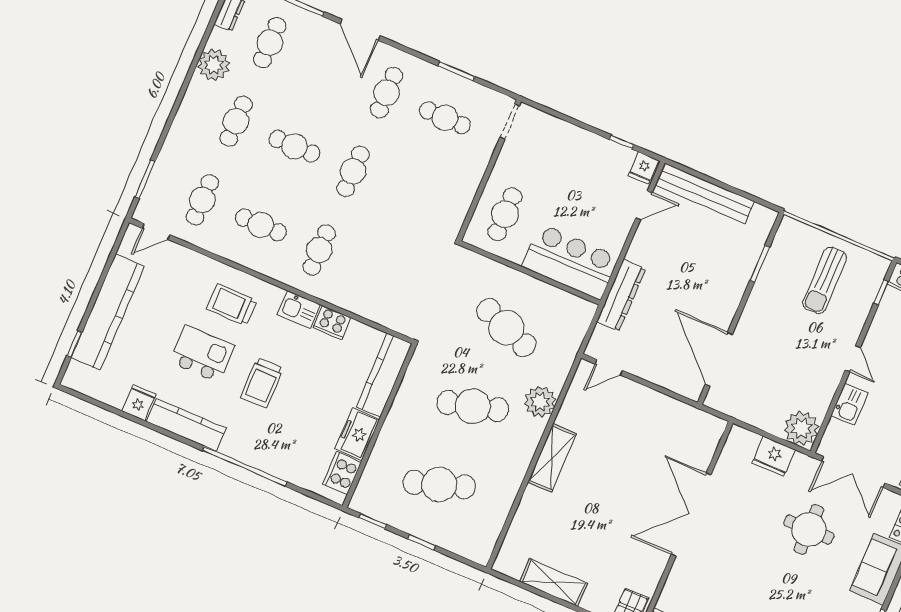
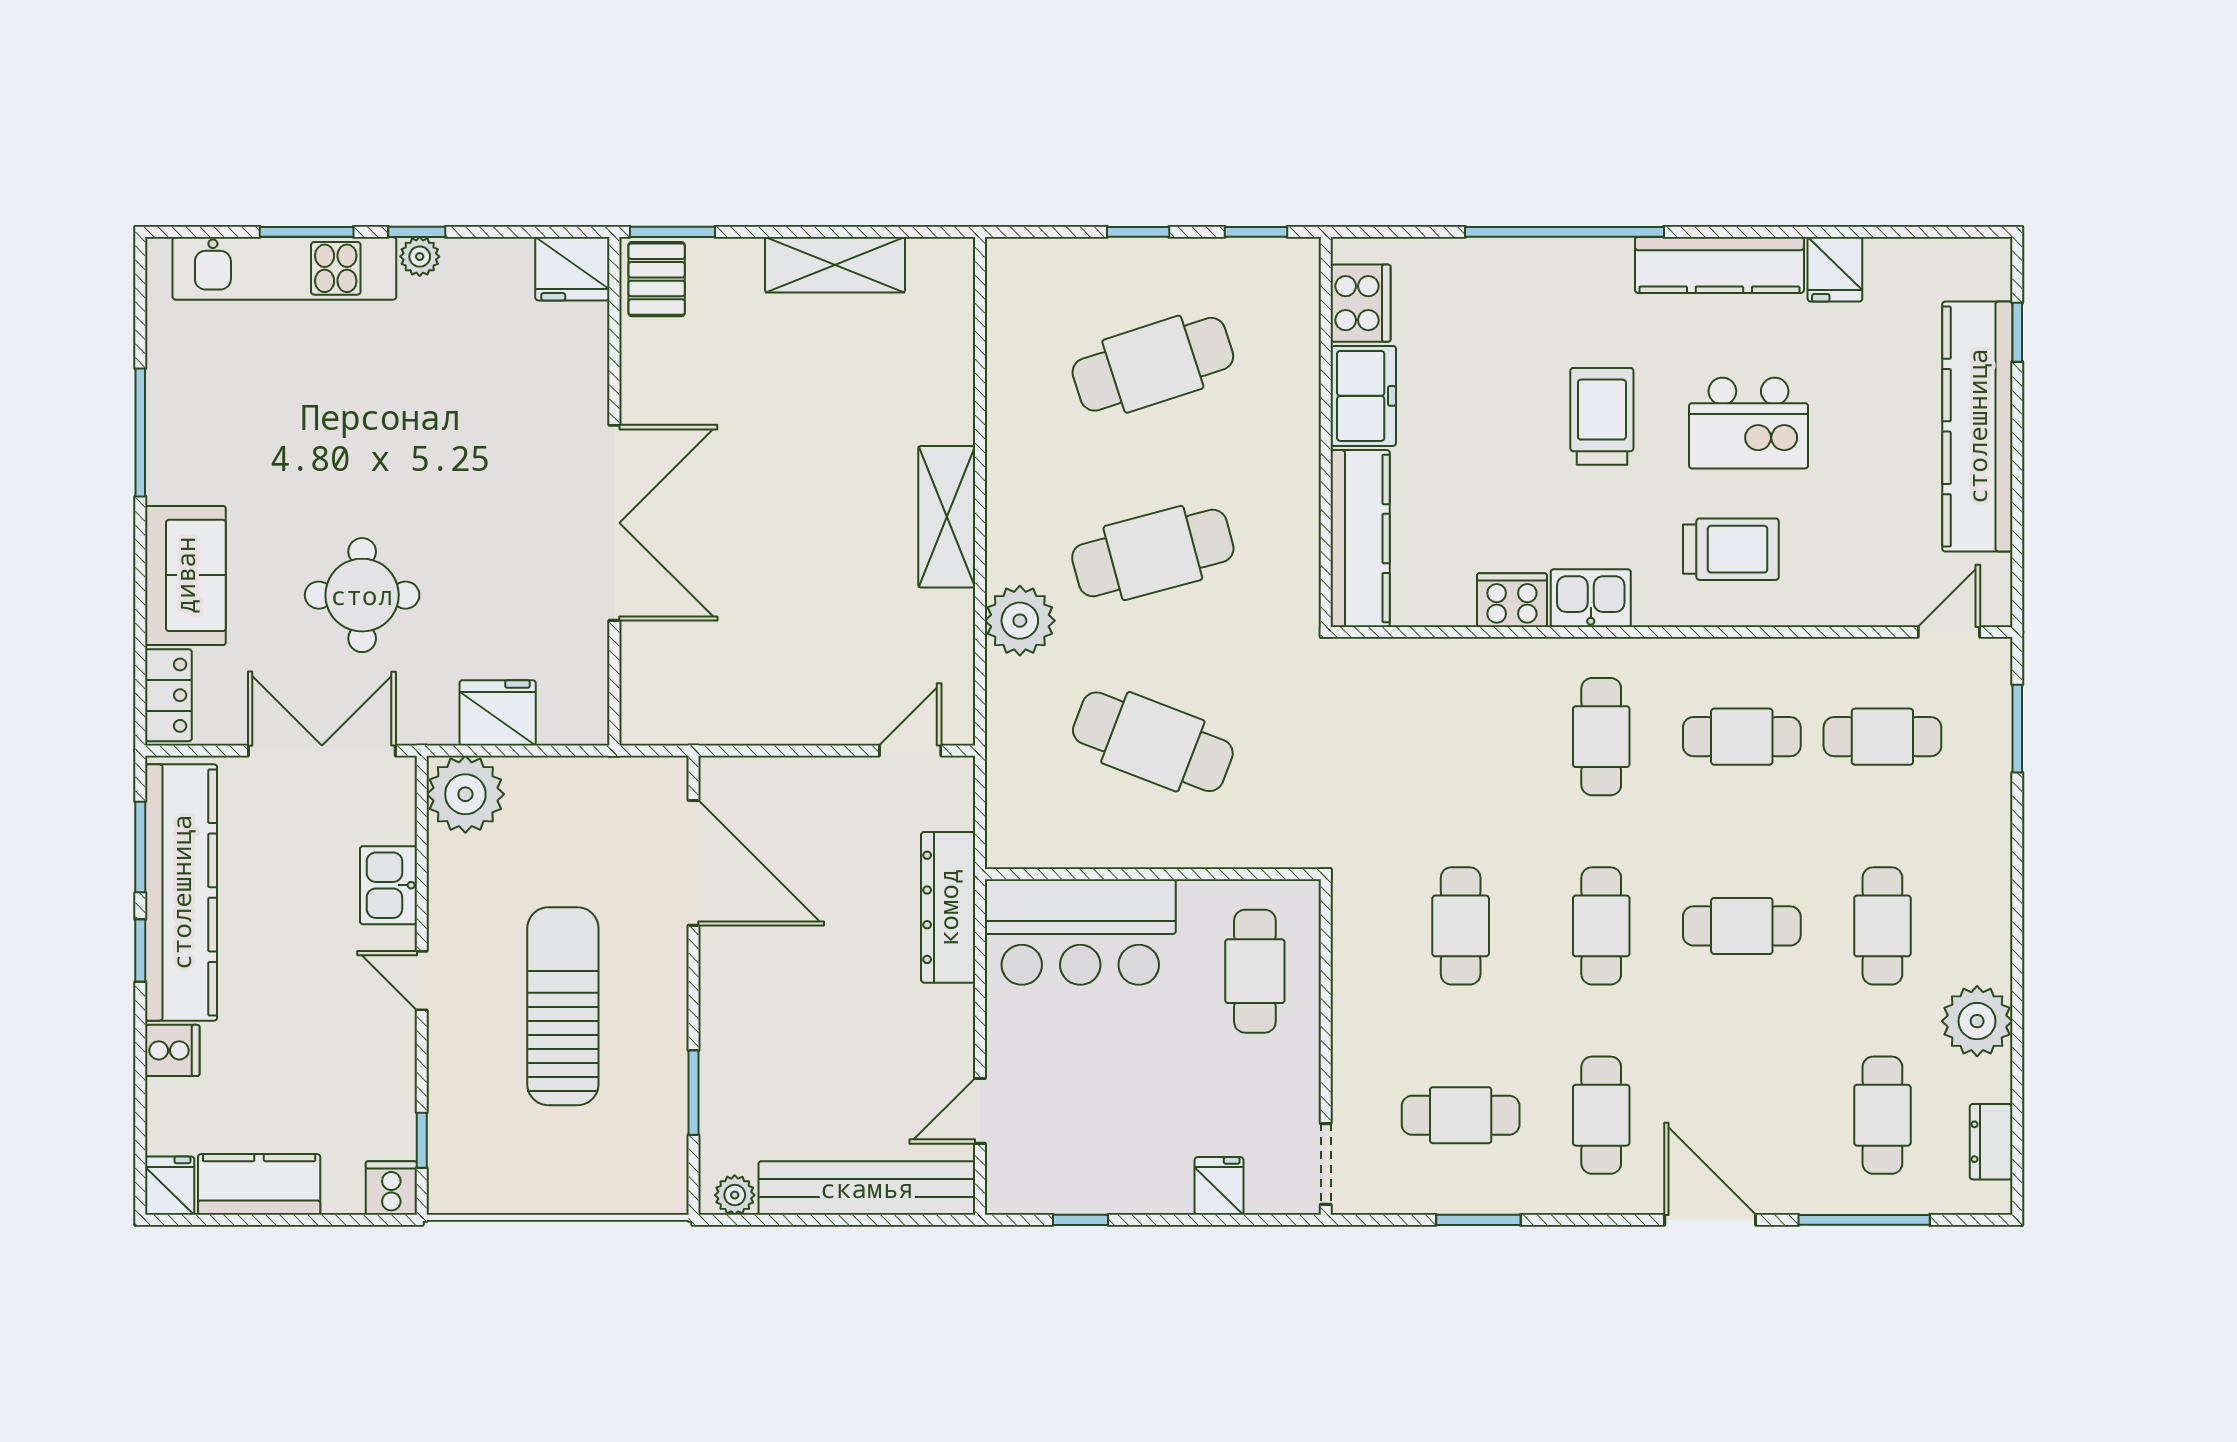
fridge: (643, 168) -> (1219, 1186), moved
cafe table: (411, 196) -> (1461, 926), added
cafe table: (202, 200) -> (1882, 737), turned 90
plant: (761, 214) -> (735, 1195), added
sun lounger: (825, 280) -> (563, 1006), moved, width x1.36, depth x1.34

